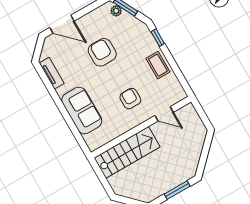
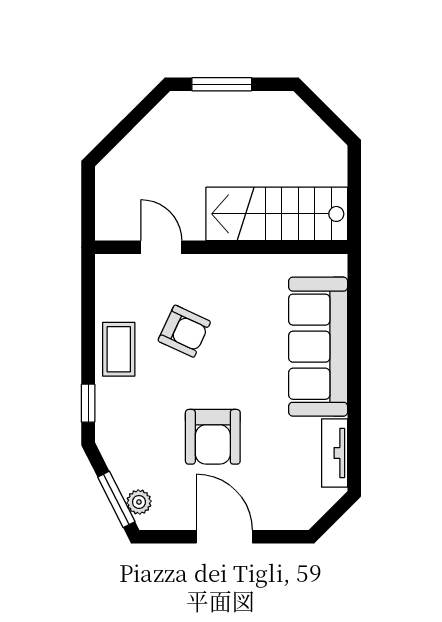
door: (62, 24) -> (224, 537), moved
armchair: (130, 99) -> (184, 331), moved, turned -65
sofa: (82, 110) -> (318, 347), width x1.36

